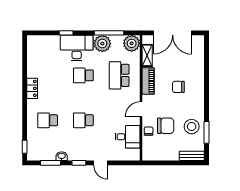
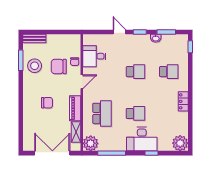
plant: (102, 44) -> (180, 143), moved

